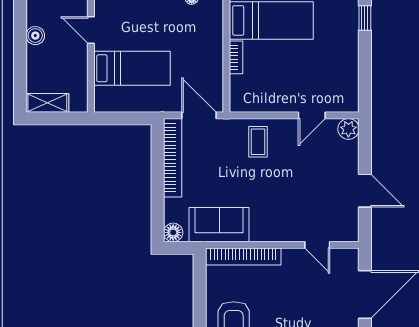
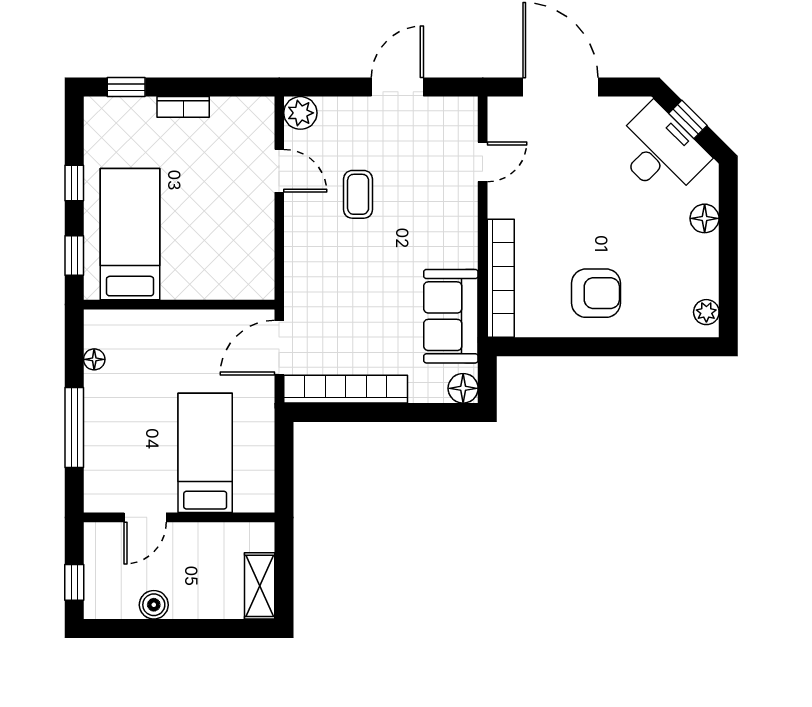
bookcase: (236, 57) -> (183, 107), moved, turned 180
coffee table: (258, 142) -> (358, 194), moved, turned 90

